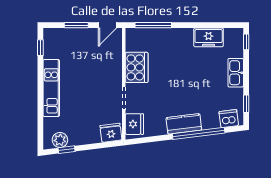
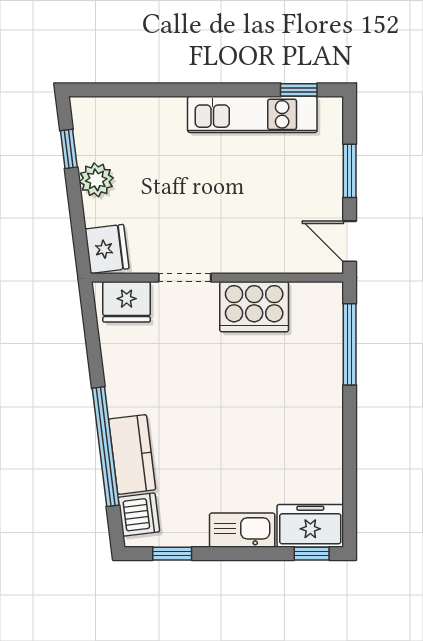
freezer: (209, 37) -> (310, 526), moved, turned 90
kitchen unit: (51, 88) -> (252, 114), moved
kitchen counter: (184, 124) -> (132, 454), moved
plant: (60, 140) -> (96, 180), moved

